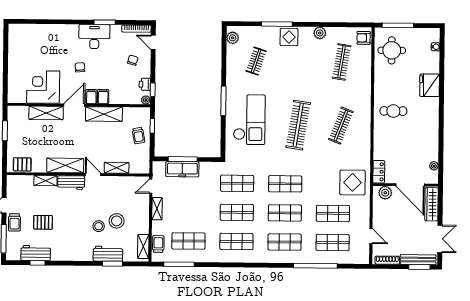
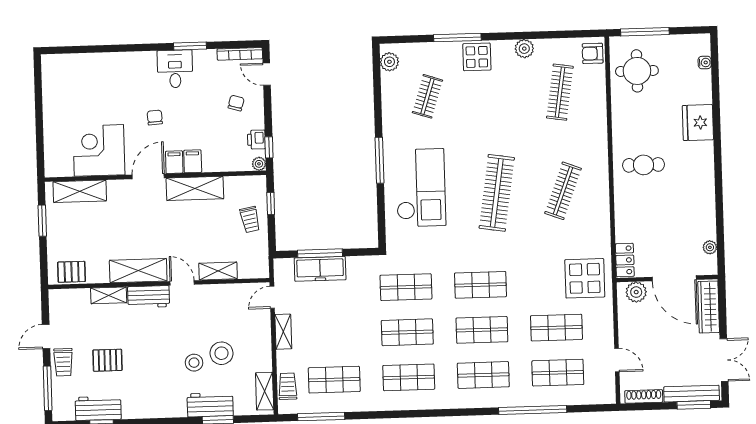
desk: (94, 37) -> (175, 69), width x0.73
shelving: (46, 113) -> (80, 191), moved

